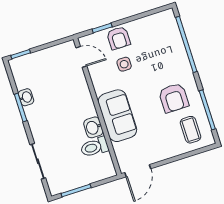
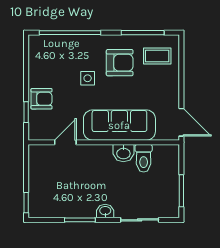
door: (81, 57) -> (65, 142), moved
side table: (124, 64) -> (88, 78), moved
washbasin: (26, 97) -> (105, 211), moved
sofa: (117, 116) -> (119, 125), width x1.36

